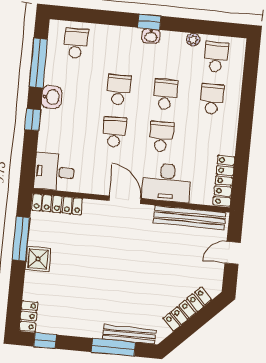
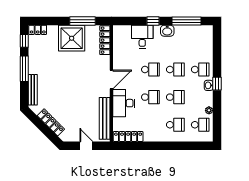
school desk: (76, 43) -> (200, 70), moved
desk: (54, 172) -> (142, 37), moved
shower: (38, 259) -> (72, 38), width x1.86, depth x1.86
window: (113, 347) -> (24, 69), moved

